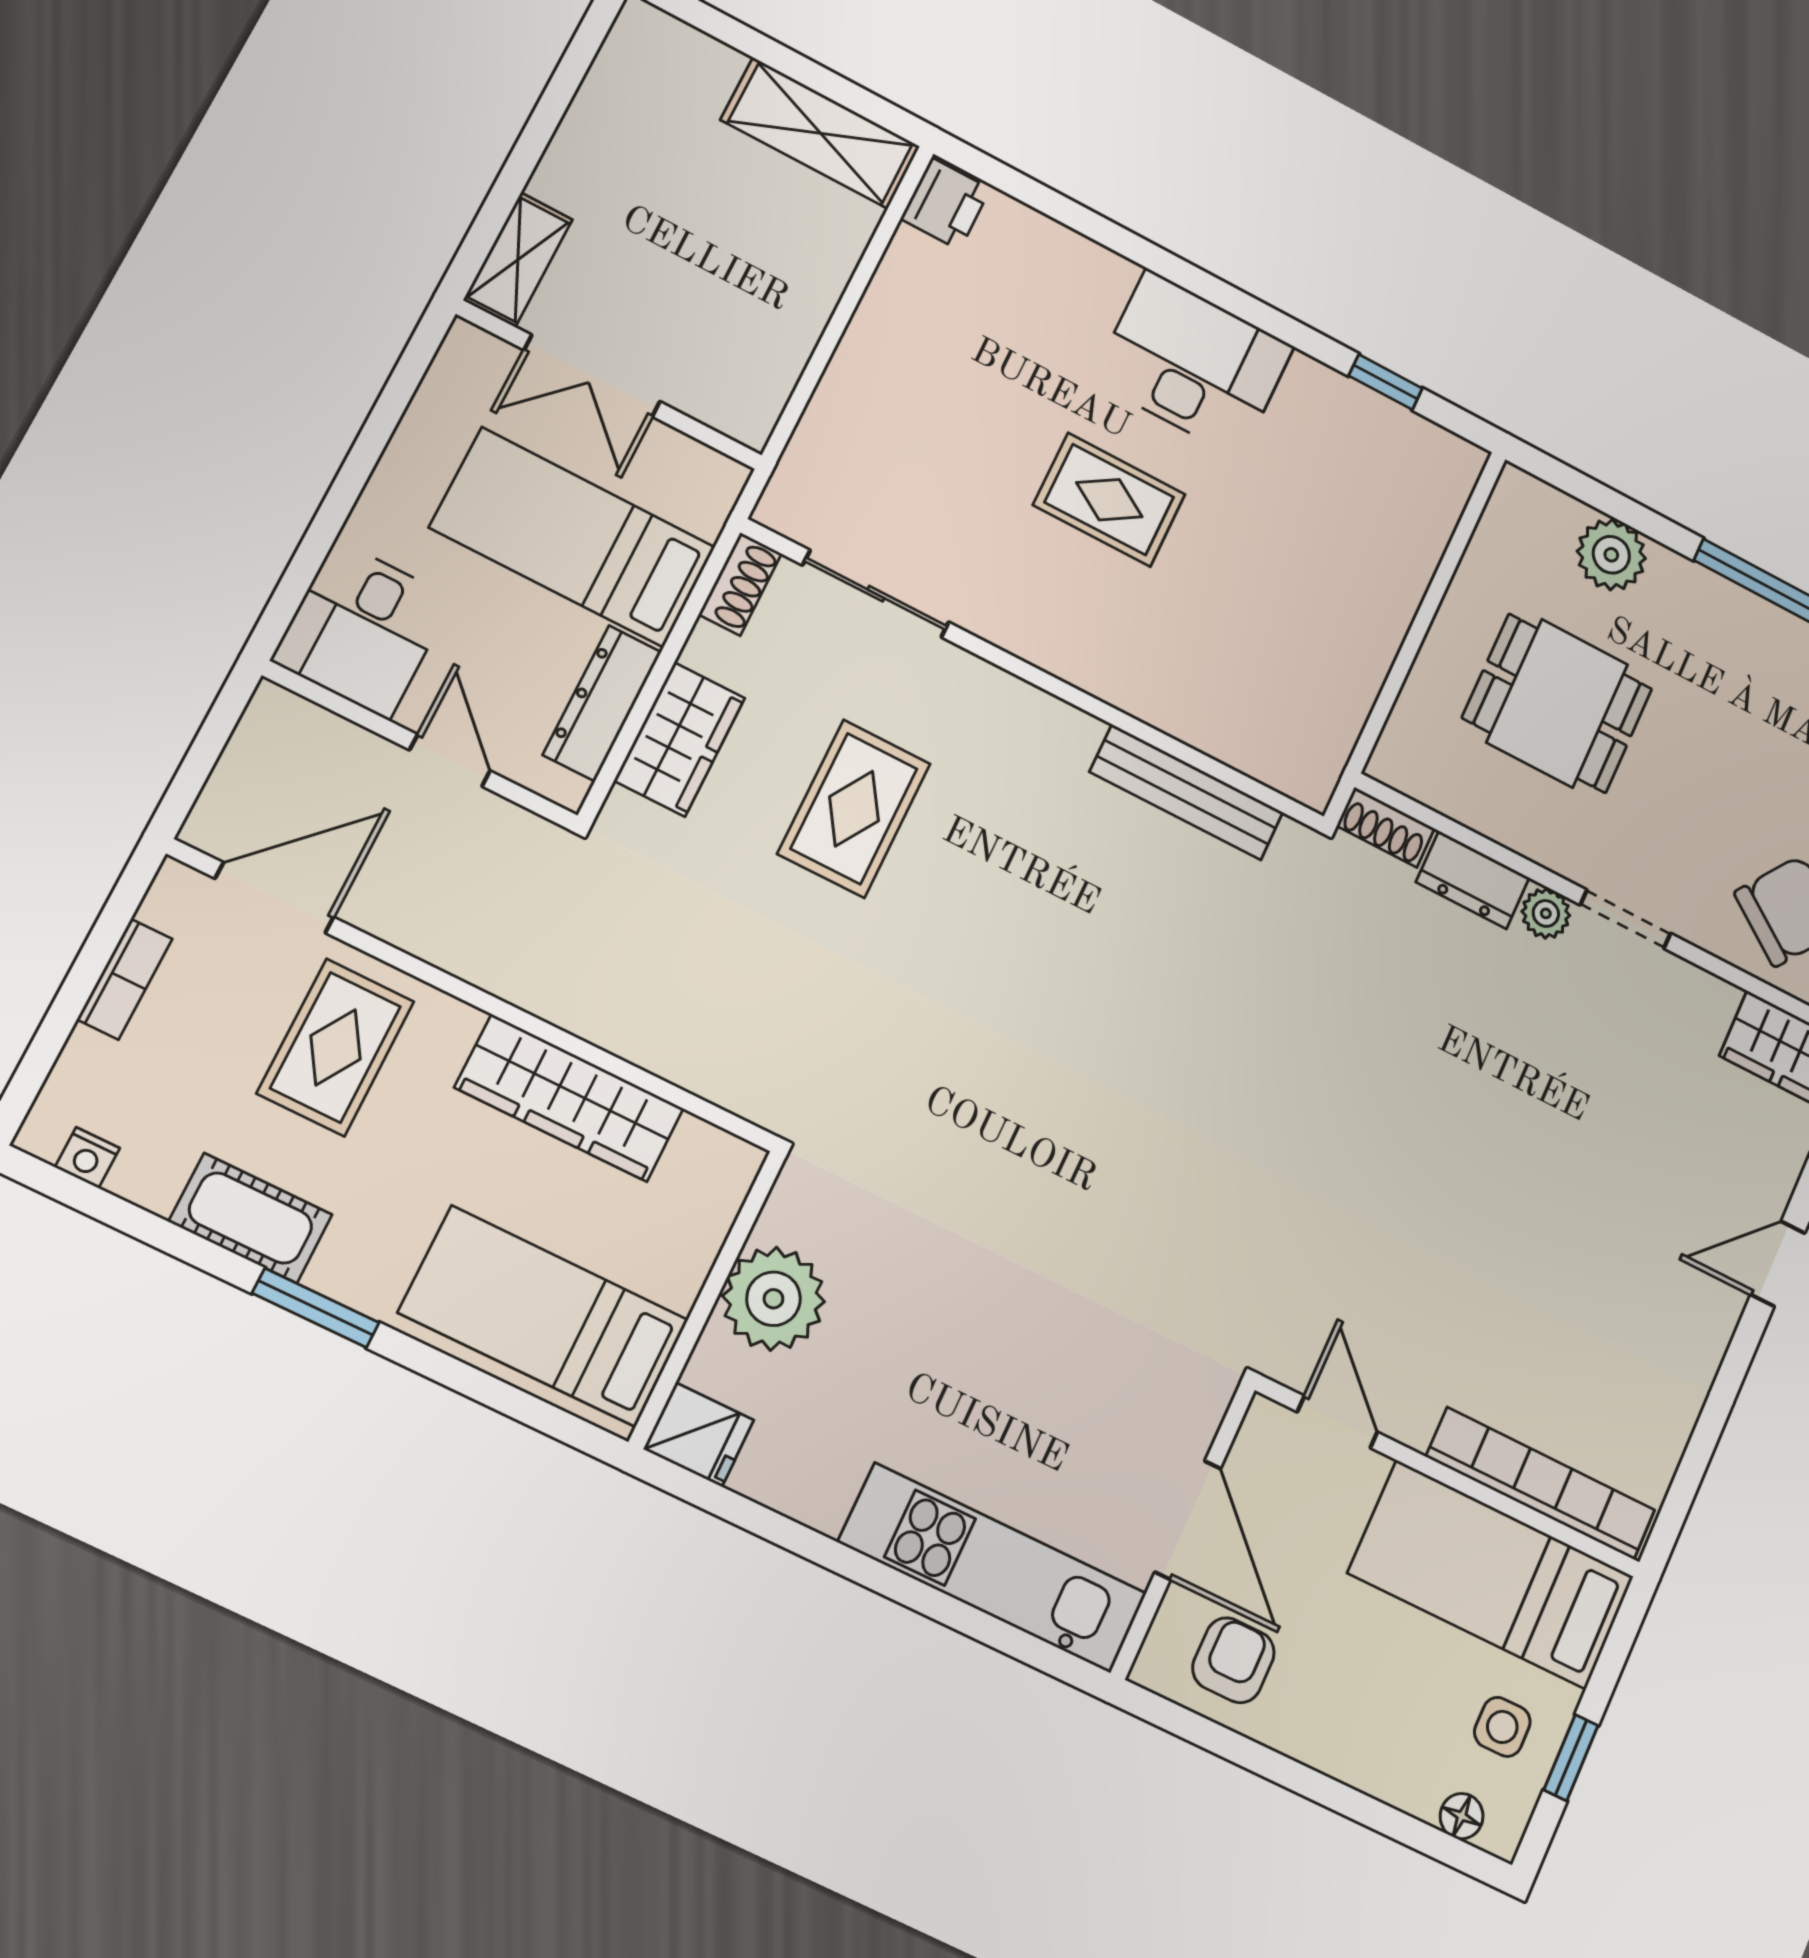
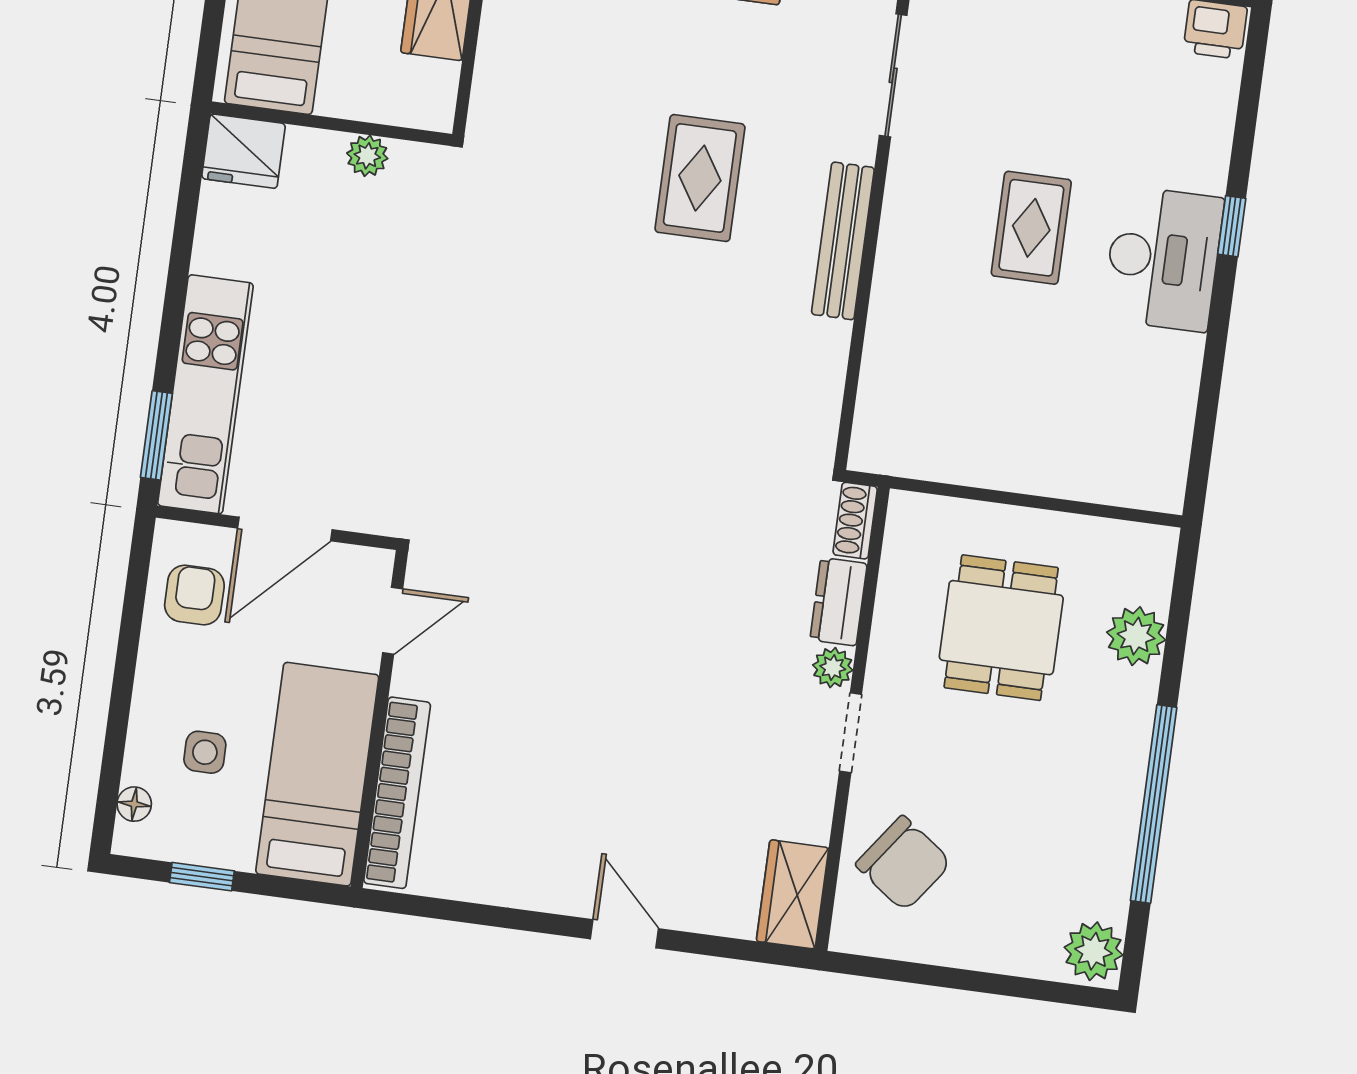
window: (1386, 382) -> (1232, 226), moved
bench: (1187, 792) -> (843, 241), moved
rug: (854, 809) -> (700, 178), moved, turned 90
plant: (773, 1299) -> (367, 156), width x0.53, depth x0.53
fridge: (699, 1435) -> (244, 151), width x1.38
window: (1024, 1647) -> (156, 435), added
armchair: (1233, 1660) -> (194, 595), turned -90
side table: (1502, 1727) -> (205, 752), moved

